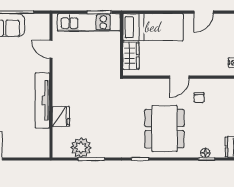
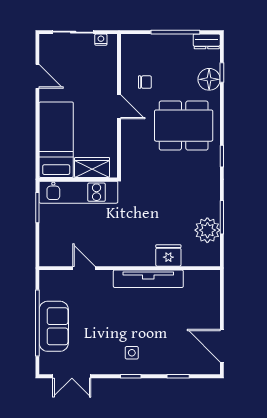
kitchen unit: (89, 22) -> (78, 192), moved, turned 90
door: (51, 49) -> (84, 268), swing flipped
floor lamp: (205, 153) -> (209, 79), width x1.89, depth x1.89

